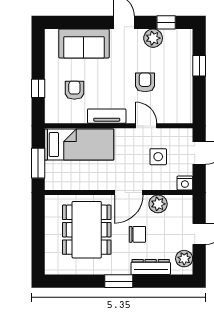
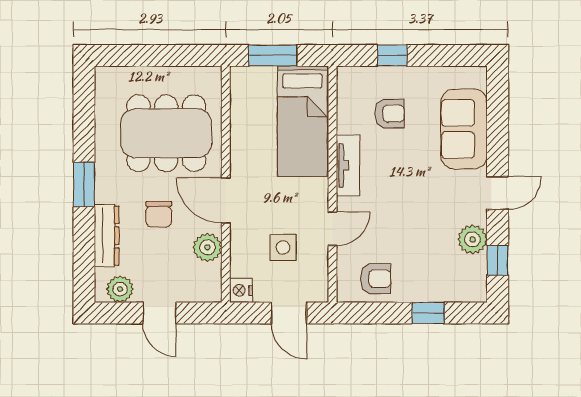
armchair: (145, 82) -> (376, 279), moved

